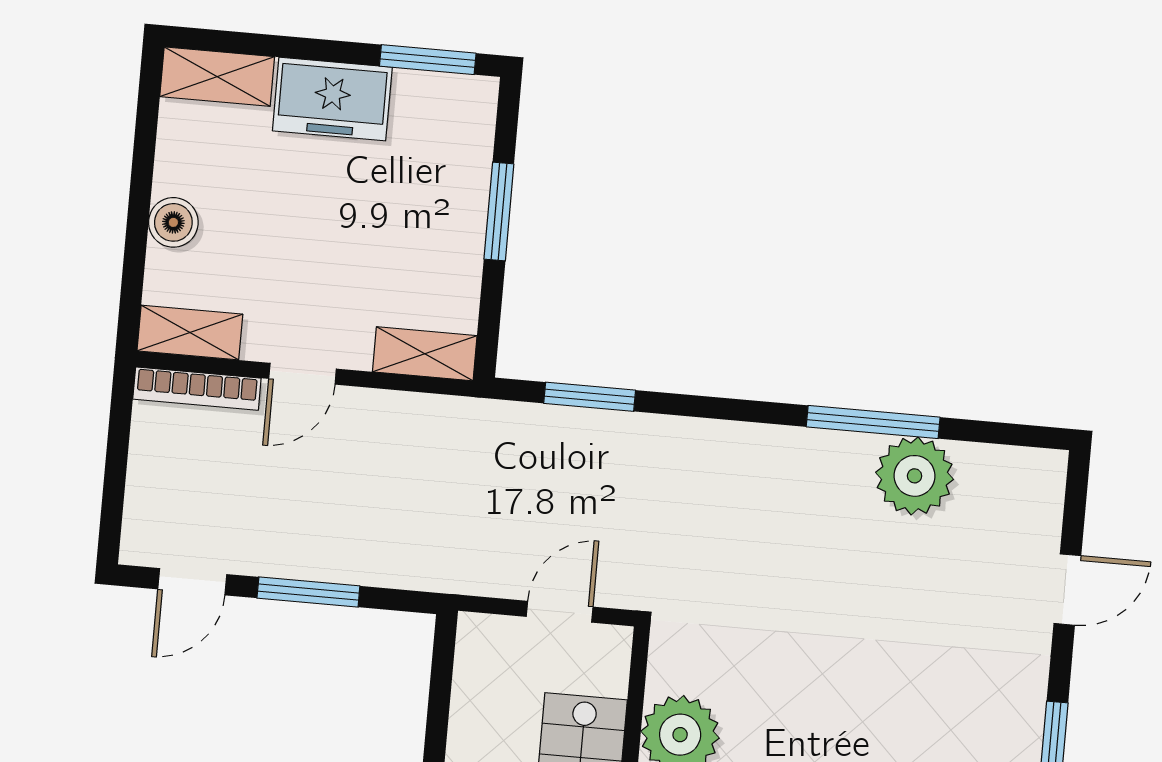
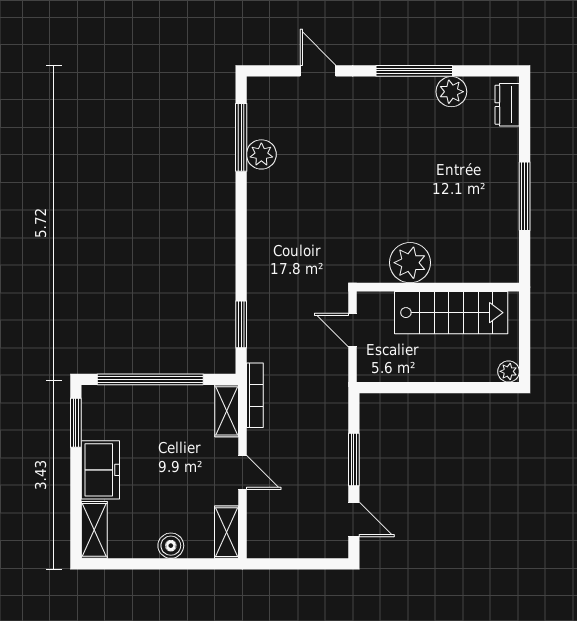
window: (499, 212) -> (150, 379), width x2.11
bookcase: (197, 389) -> (255, 395), moved
window: (873, 422) -> (241, 137), moved
plant: (915, 476) -> (261, 154), width x0.73, depth x0.73

